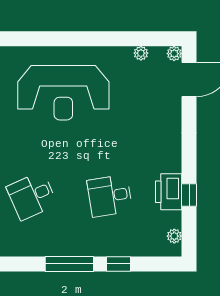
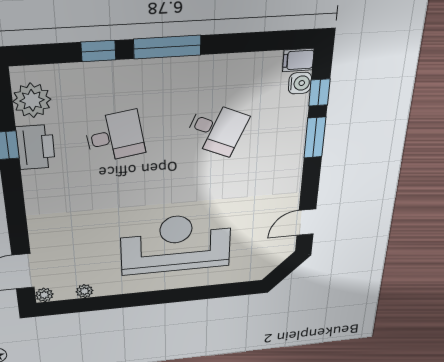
desk: (32, 196) -> (216, 129), turned 48
plant: (174, 236) -> (32, 100), width x1.88, depth x1.88

